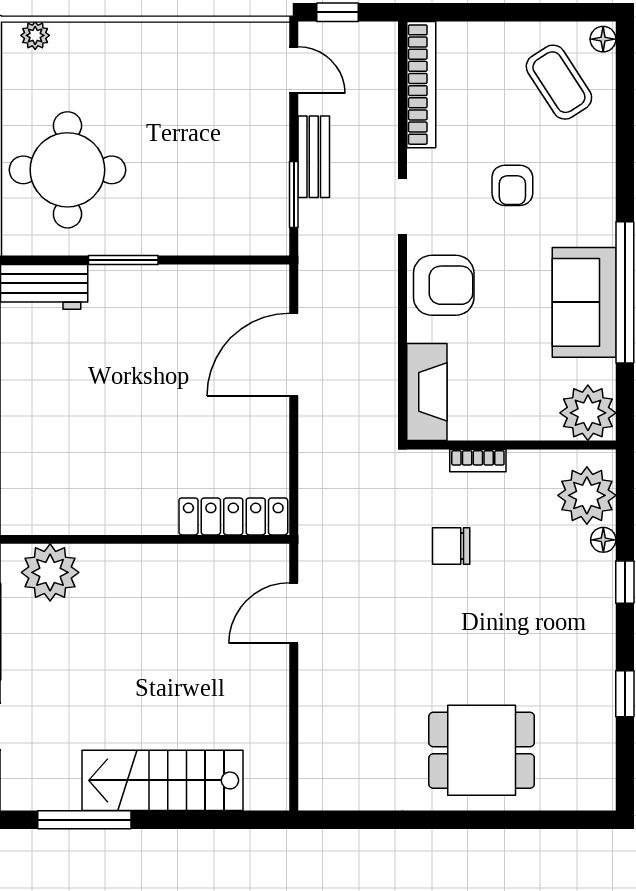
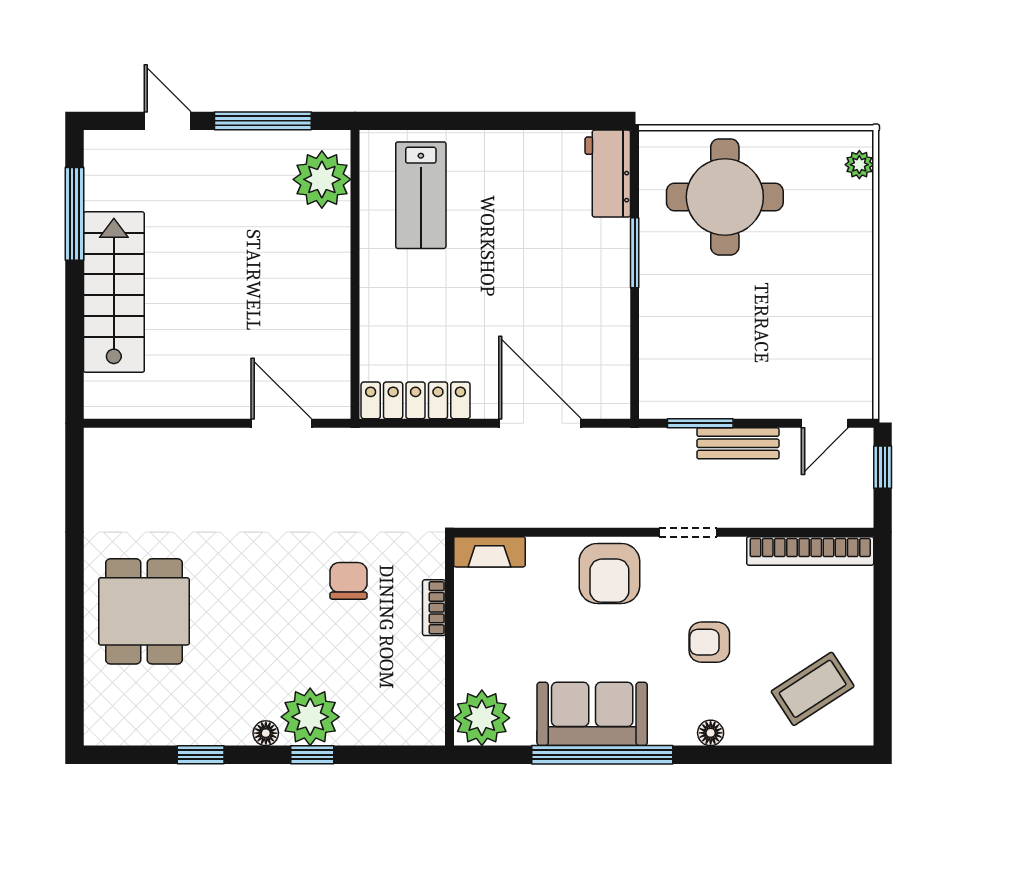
floor lamp: (603, 39) -> (711, 733), moved
fireplace: (427, 392) -> (489, 552), width x0.73, depth x0.76
lab bench: (66, 474) -> (421, 195), added
plant: (587, 495) -> (310, 717), moved
locker: (233, 516) -> (416, 400), moved, turned -90
floor lamp: (603, 540) -> (266, 733), moved

